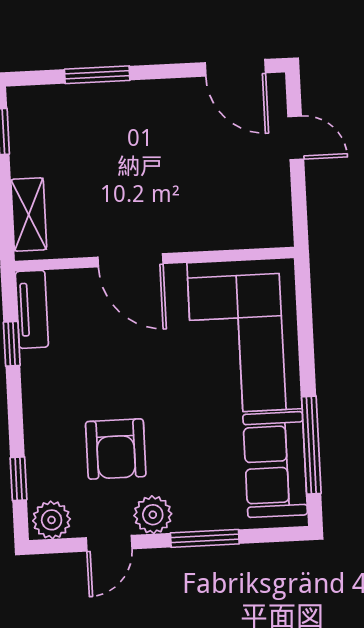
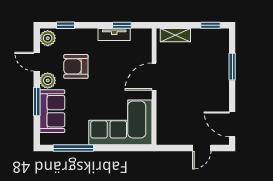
door: (235, 68) -> (232, 124), hinge flipped
tv unit: (32, 309) -> (114, 34), moved
sofa: (275, 465) -> (52, 111), moved, turned 90

